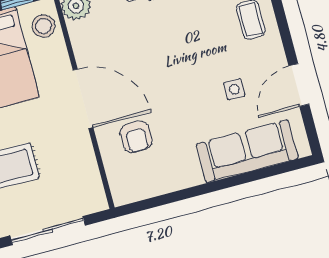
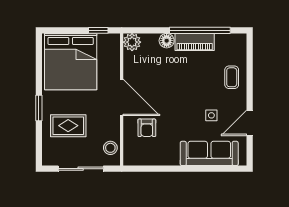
stool: (43, 26) -> (110, 148), moved

